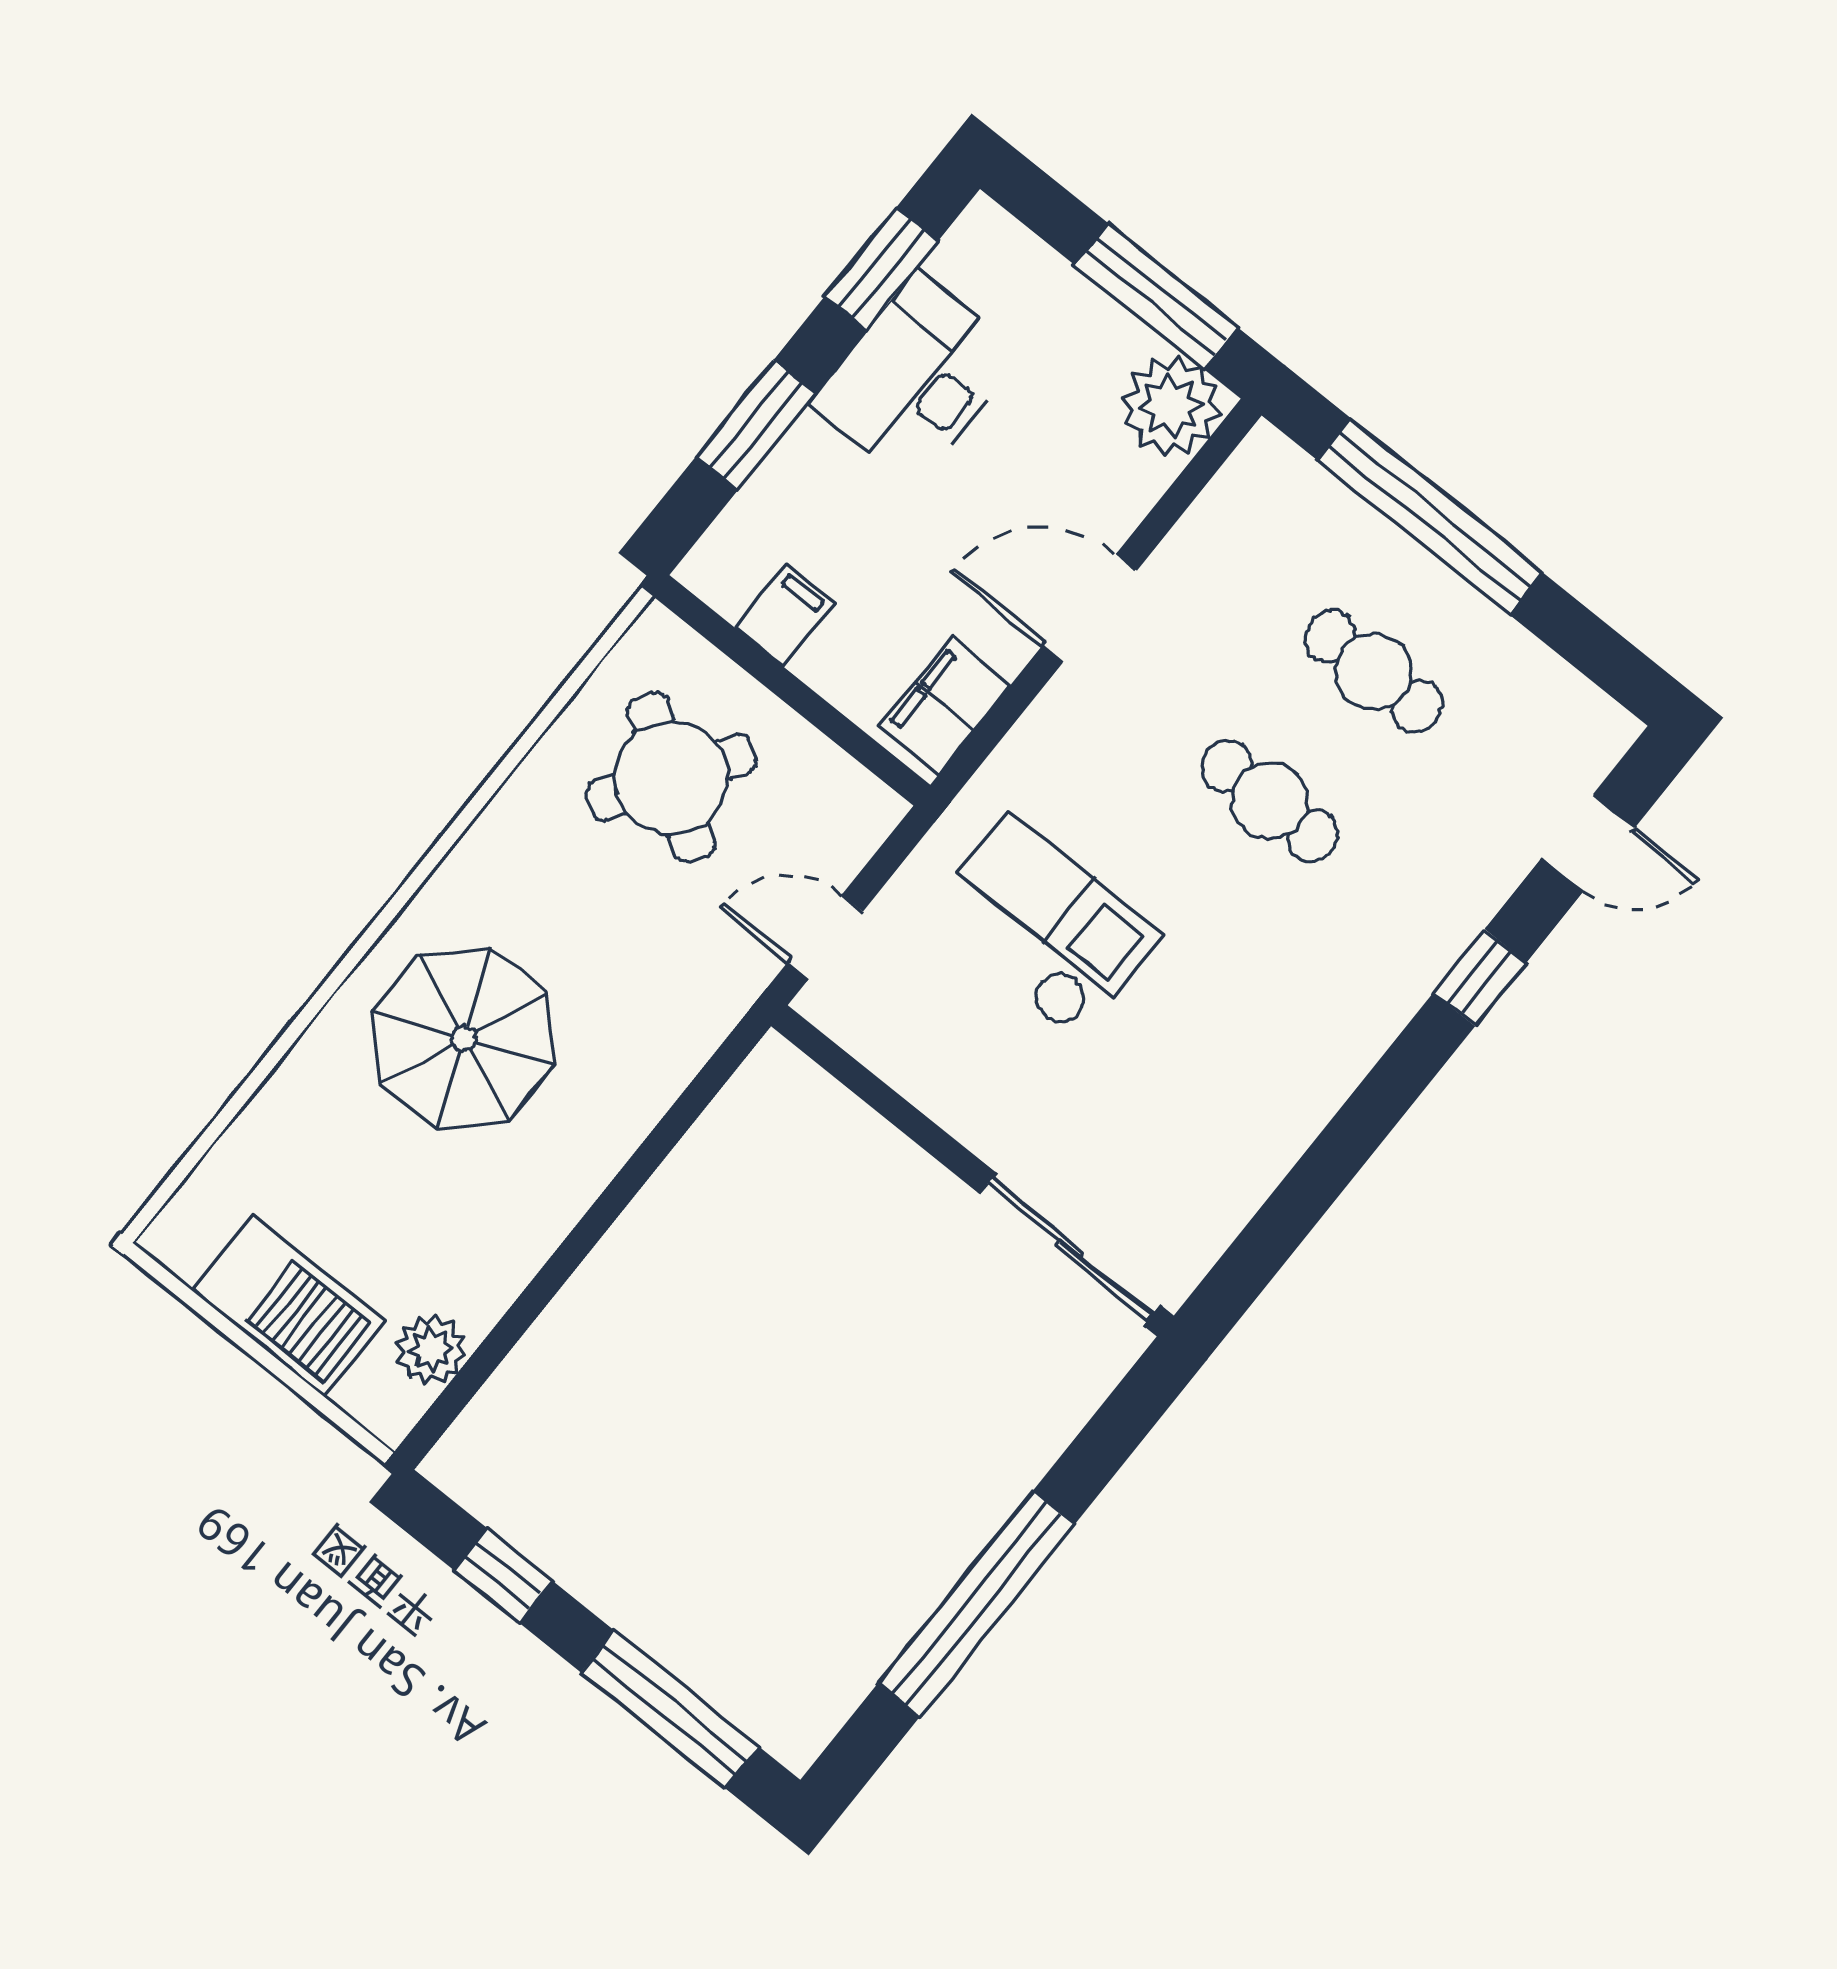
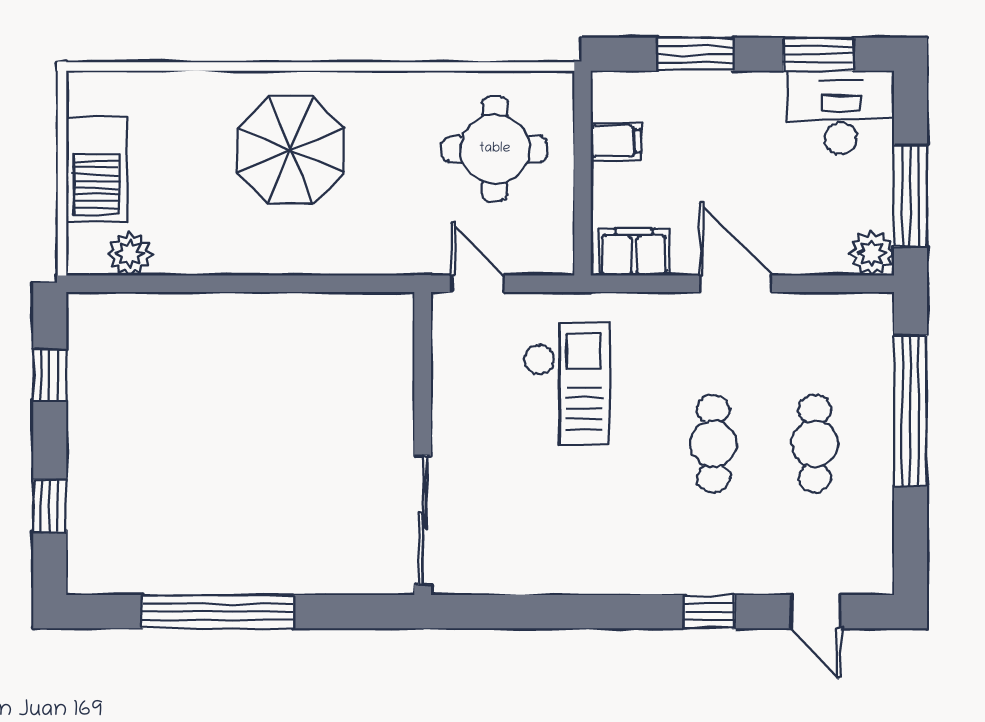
desk: (915, 379) -> (841, 113), moved
plant: (1171, 406) -> (872, 253), width x0.73, depth x0.73
round table: (671, 778) -> (495, 149), turned -33
window: (670, 1709) -> (50, 506), width x0.46

